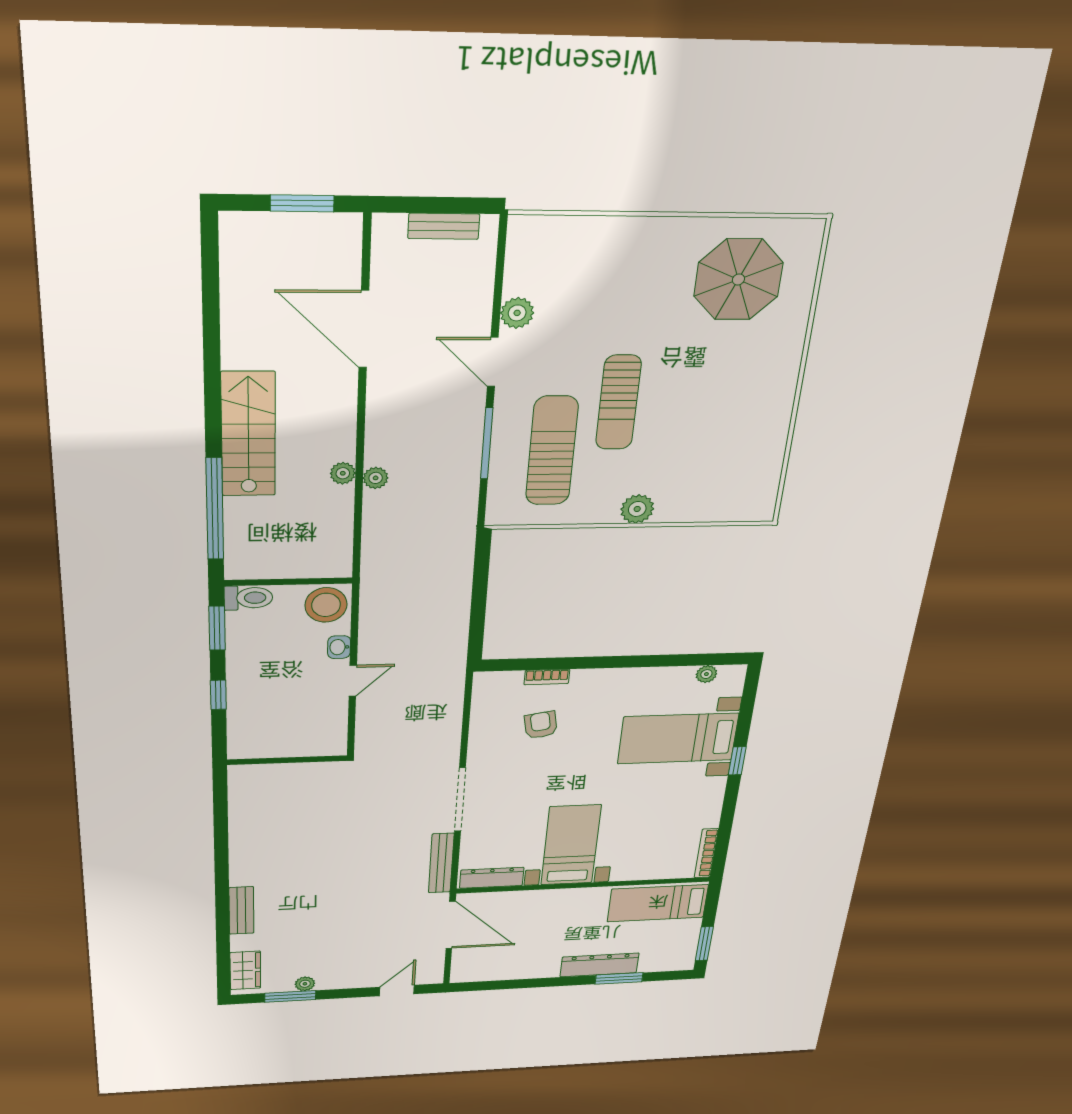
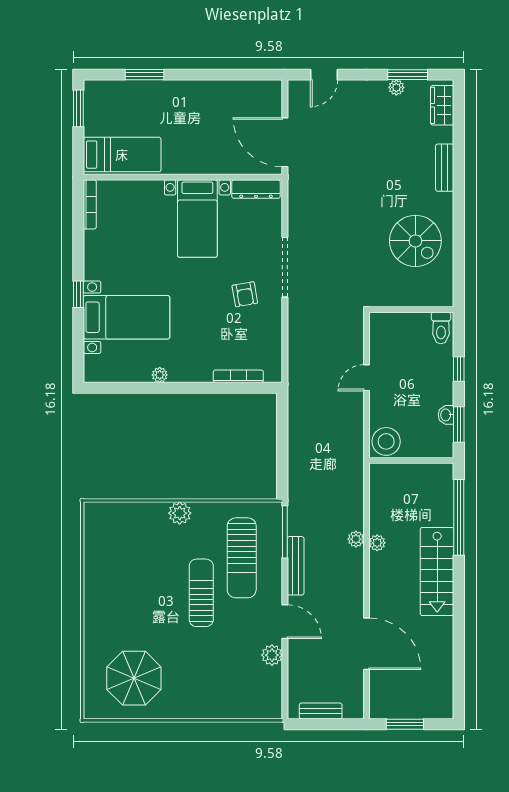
window: (487, 444) -> (285, 532), moved
toilet: (248, 598) -> (441, 328), moved, turned -90
washbasin: (339, 647) -> (446, 415), moved, turned 180
plant: (706, 674) -> (160, 375), moved
bookcase: (547, 677) -> (238, 376), width x1.56
armchair: (541, 725) -> (245, 294), moved
spiral stairs: (281, 834) -> (415, 241), added
bench: (441, 863) -> (296, 566), moved
dresser: (600, 965) -> (162, 91), removed

